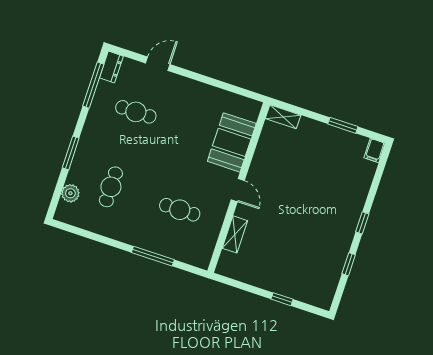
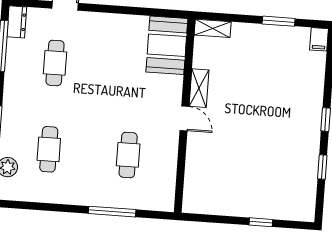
cafe table: (136, 112) -> (55, 63), turned 90
booth: (232, 142) -> (167, 45), moved
cafe table: (180, 210) -> (128, 155), turned 90
shelving: (235, 234) -> (199, 88), moved

